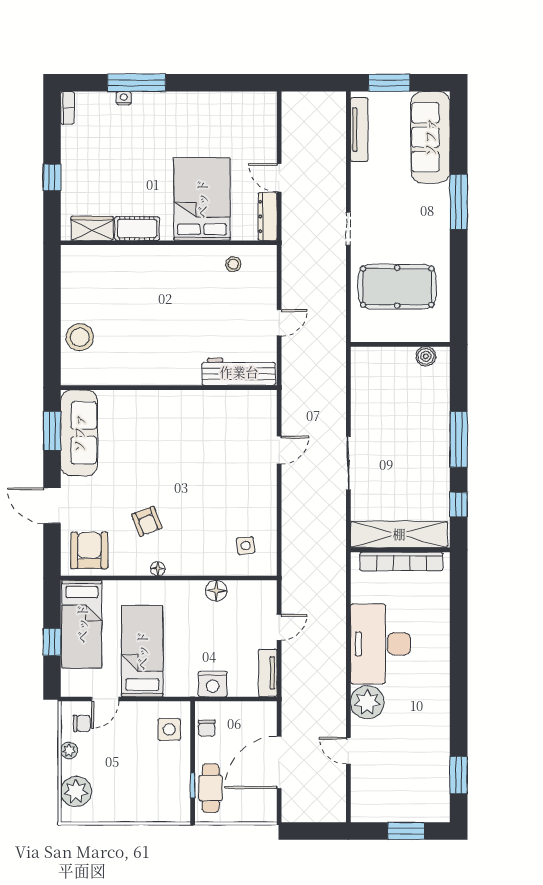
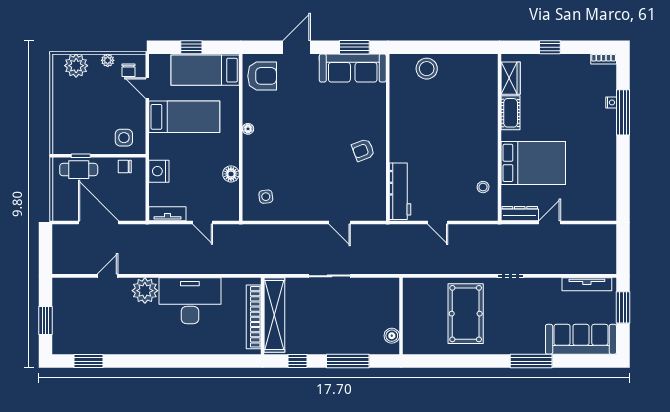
wall: (400, 344) -> (401, 316), moved
boiler: (426, 356) -> (392, 336), moved
armchair: (147, 521) -> (363, 150), moved

